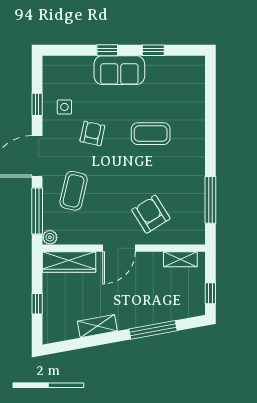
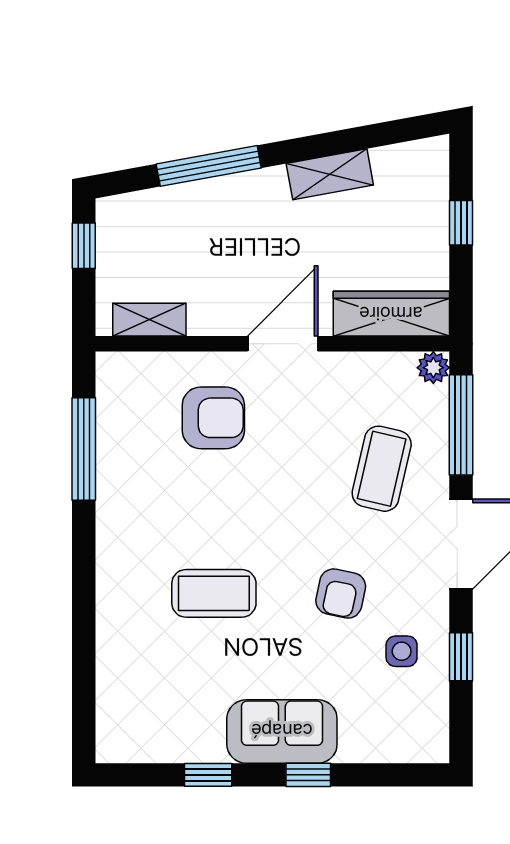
armchair: (151, 214) -> (213, 418), turned -58

